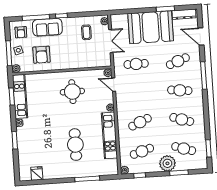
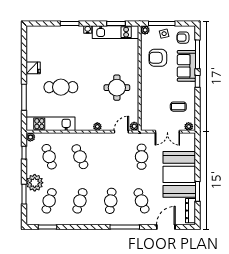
kitchen unit: (110, 135) -> (51, 124), moved
fridge: (37, 173) -> (33, 68), moved

